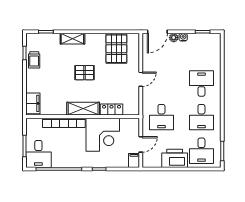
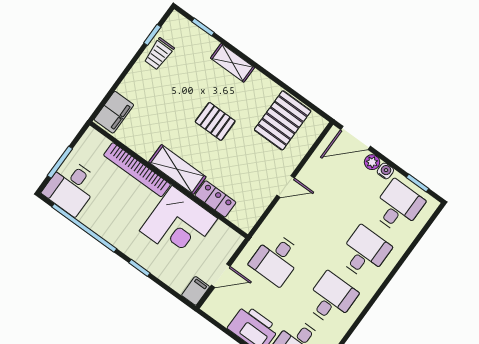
desk: (201, 50) -> (398, 207), added
desk: (201, 117) -> (331, 299), turned 180

